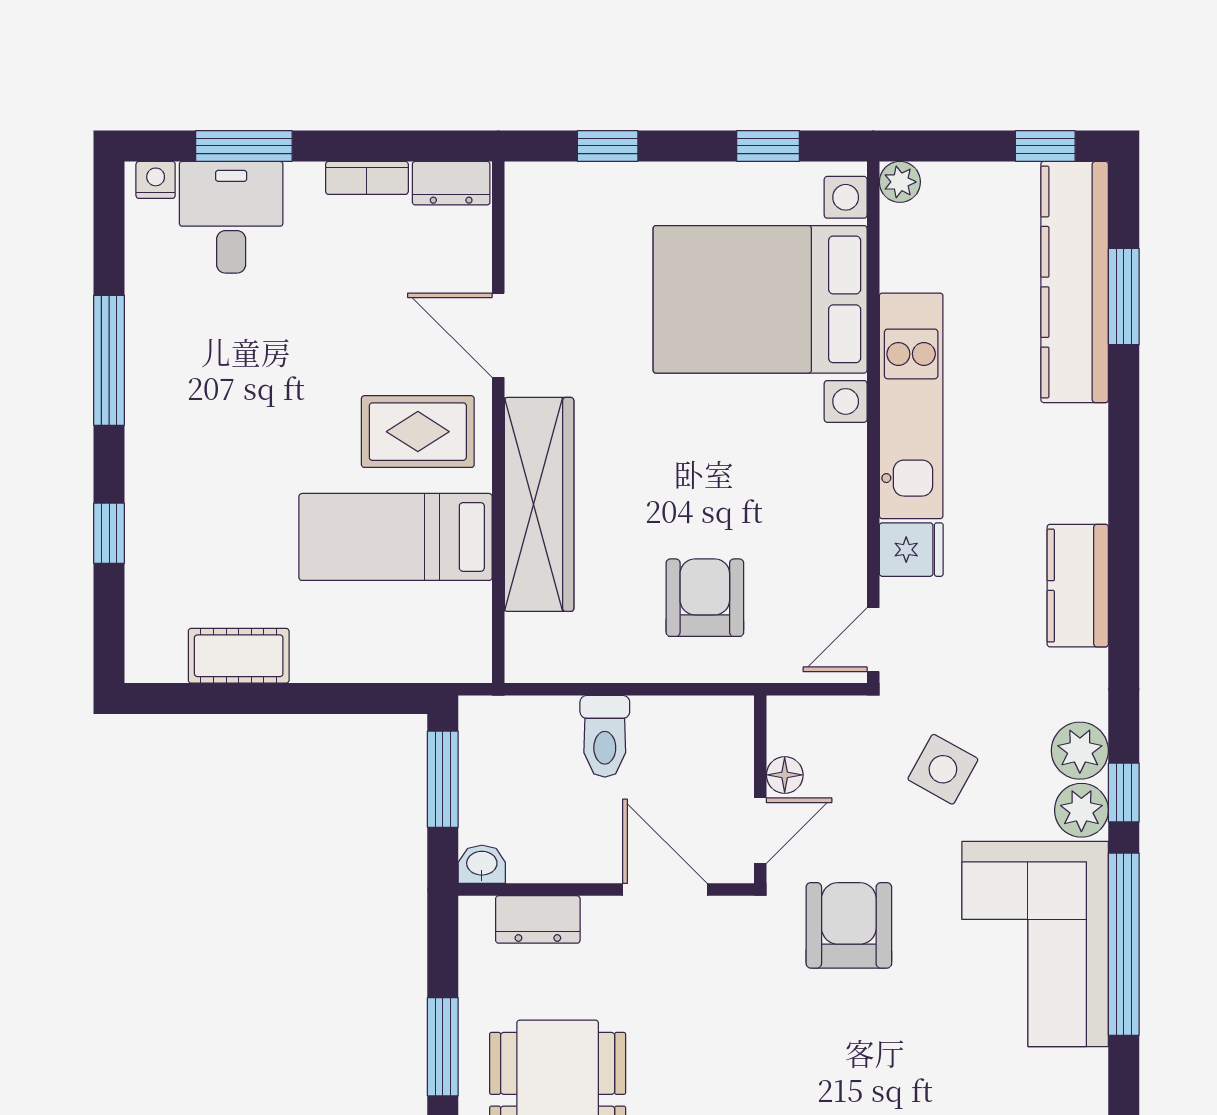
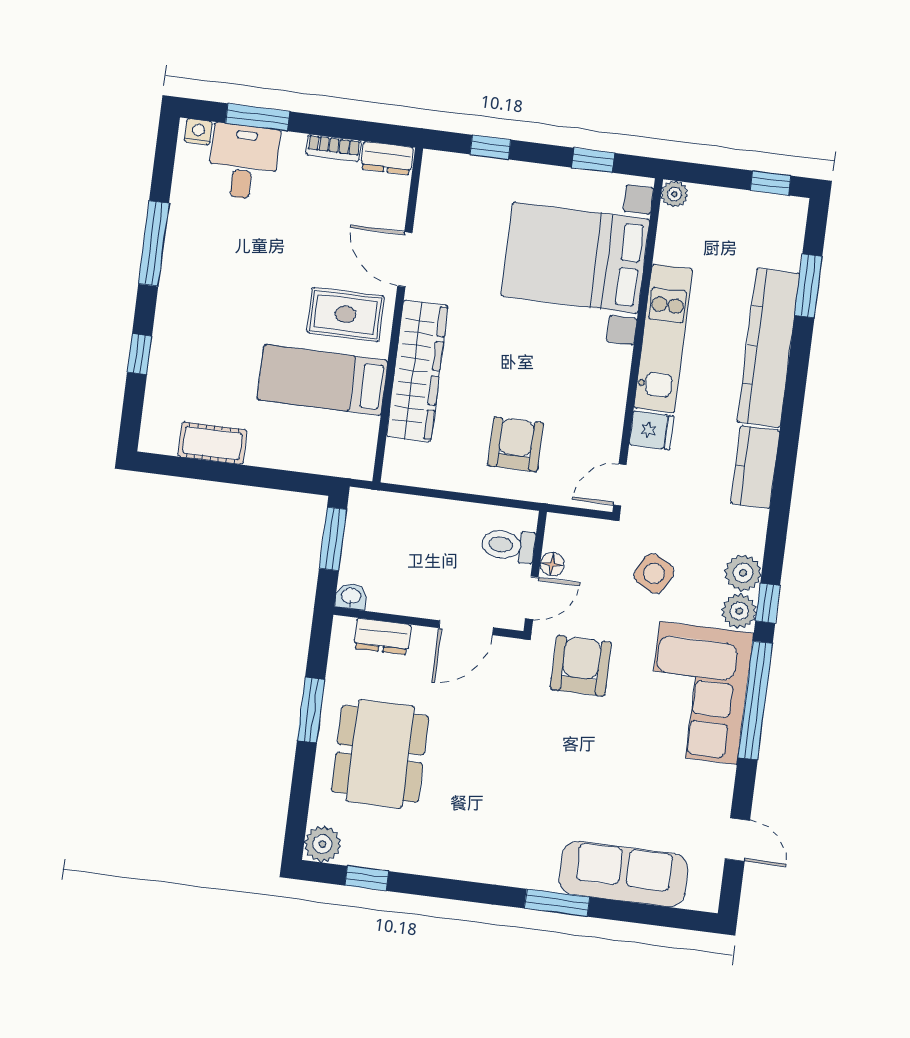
kitchen counter: (1075, 282) -> (768, 348), moved
toilet: (605, 736) -> (508, 545), moved, turned 90
door: (665, 890) -> (466, 628), swing flipped

